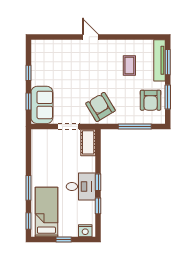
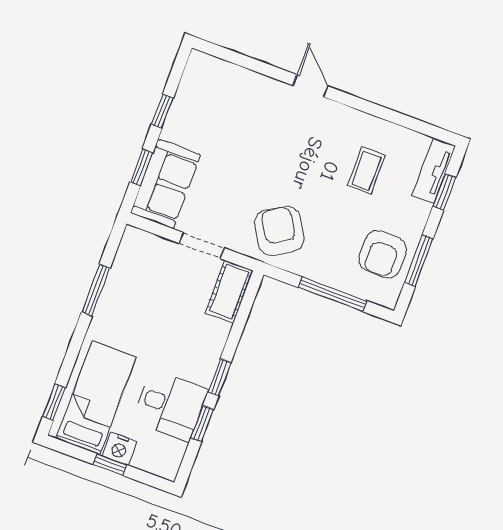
tv unit: (160, 60) -> (434, 171), width x0.71
window: (168, 62) -> (444, 192), width x0.67
desk: (81, 187) -> (170, 405), moved
window: (28, 188) -> (96, 290), moved
nightstand: (85, 231) -> (120, 449), moved

